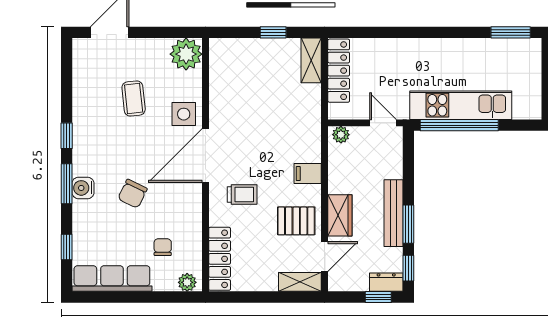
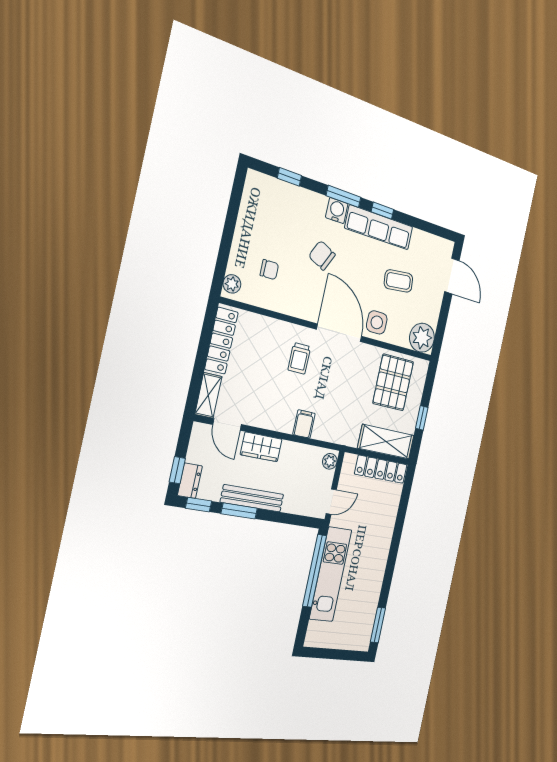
shelving: (311, 60) -> (386, 442), width x1.50, depth x1.33
pallet: (296, 221) -> (393, 382), moved, width x1.50, depth x1.42
locker: (220, 259) -> (221, 341), moved, turned -90
row of seats: (112, 279) -> (379, 227), moved, turned 90

